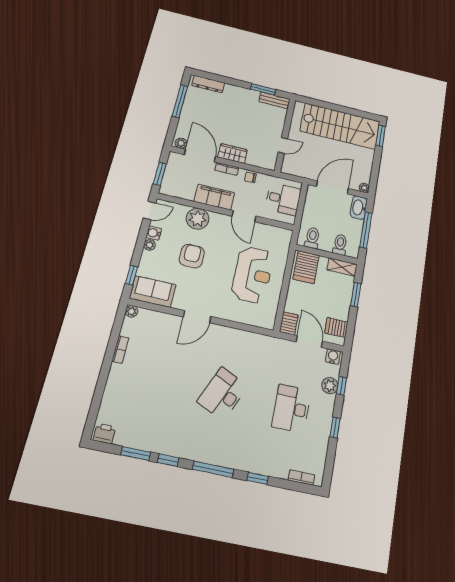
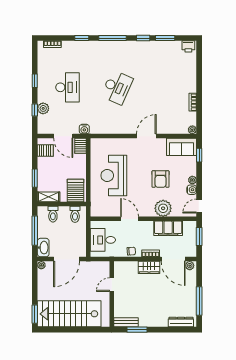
filing cabinet: (214, 197) -> (168, 228), moved
water cooler: (333, 357) -> (84, 129), moved

